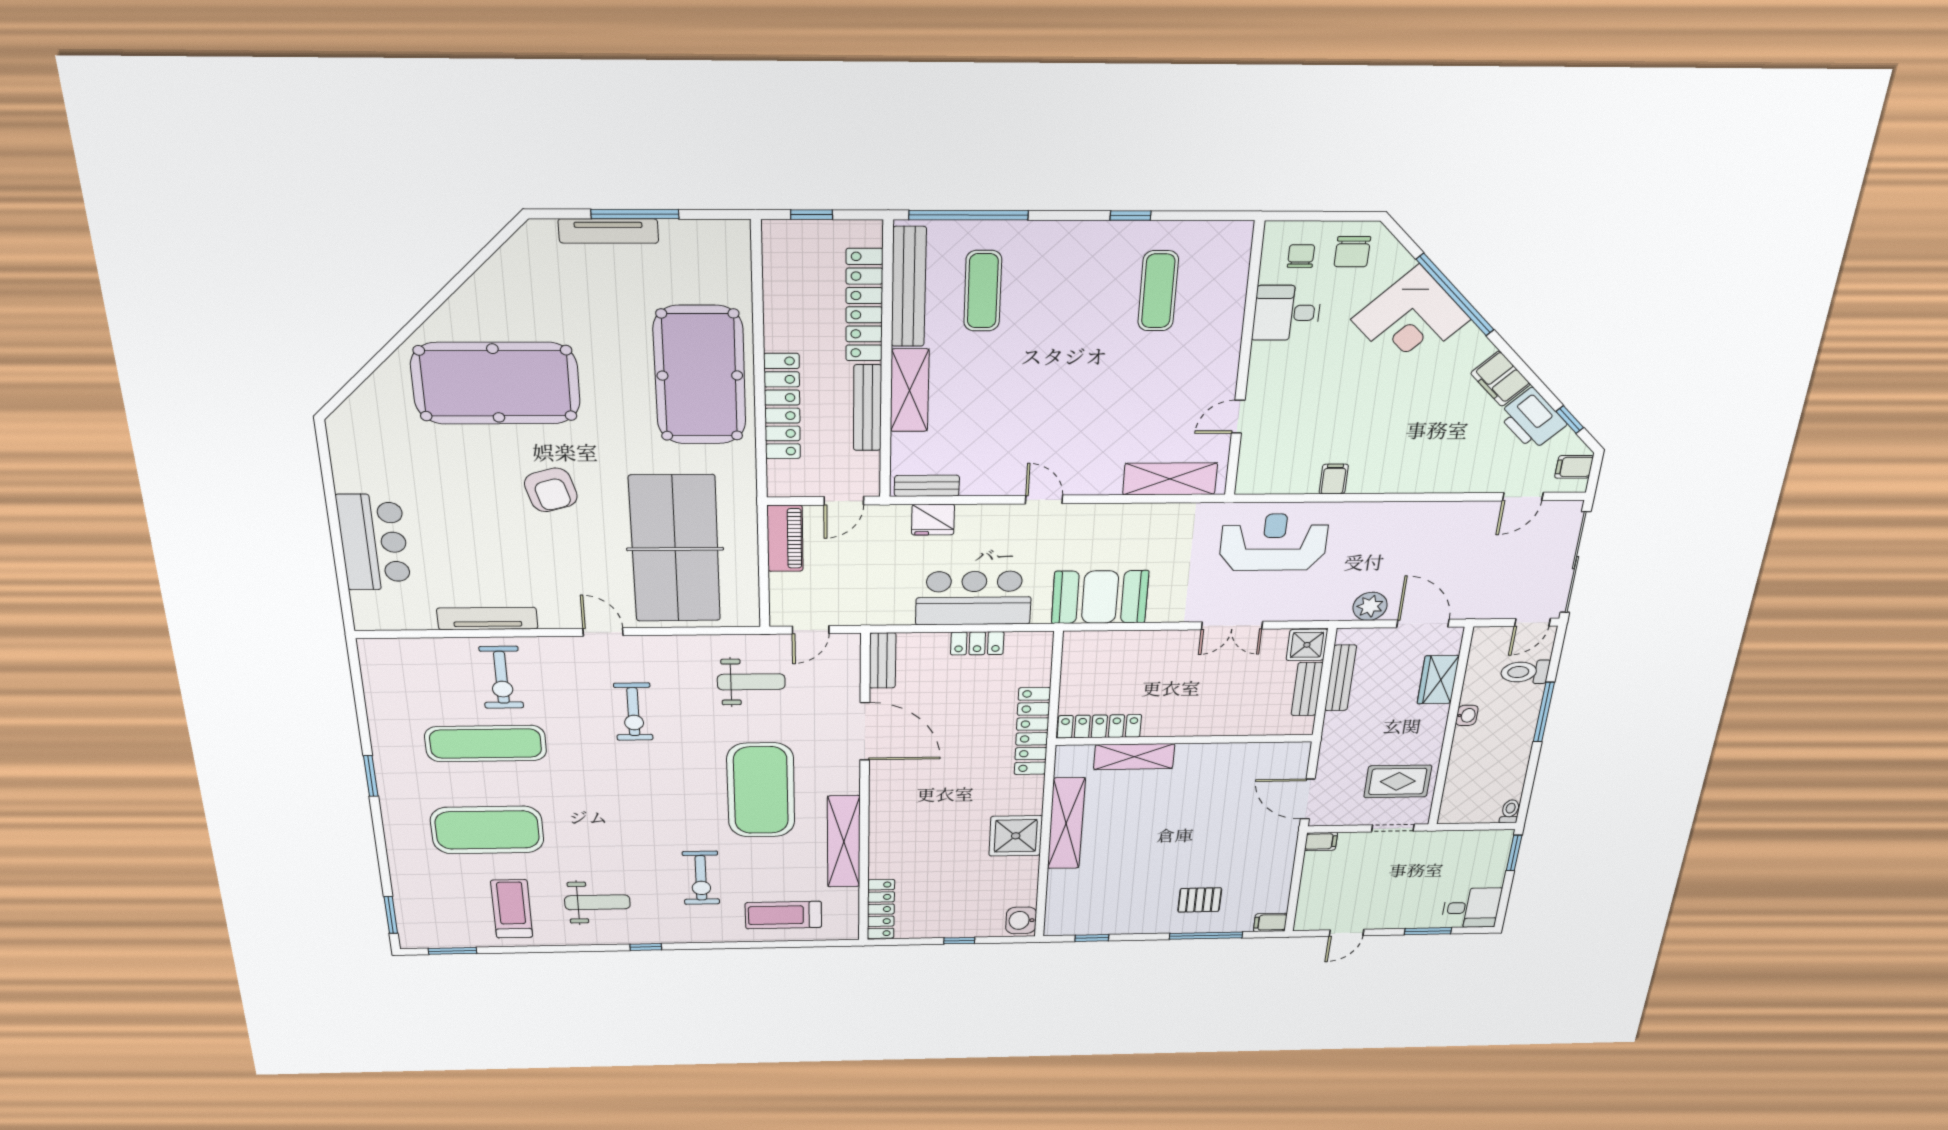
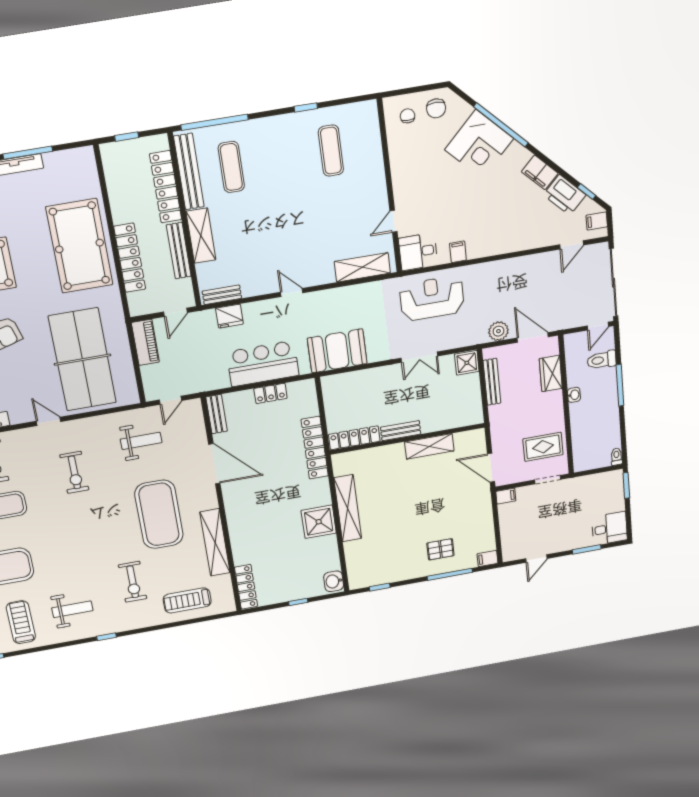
desk: (1287, 313) -> (418, 252), moved
bench: (1307, 689) -> (401, 431), moved, turned 90
shelving: (1134, 757) -> (429, 446), moved

